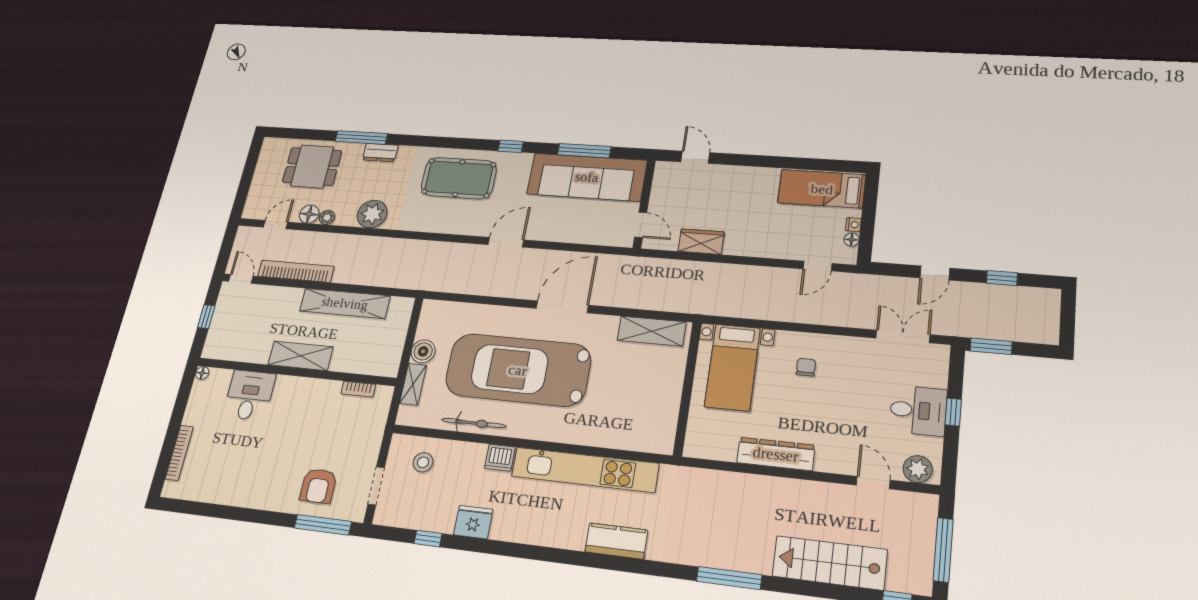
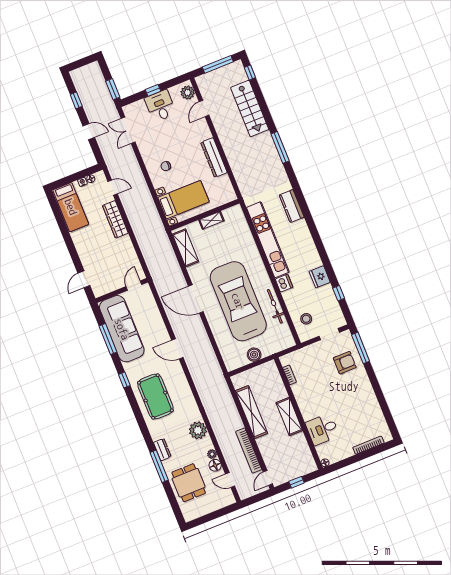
wardrobe: (701, 242) -> (115, 219), moved, width x1.50
car: (518, 370) -> (238, 301), turned 180
shelving: (413, 384) -> (211, 220), moved

